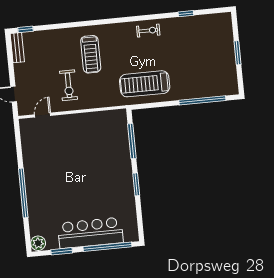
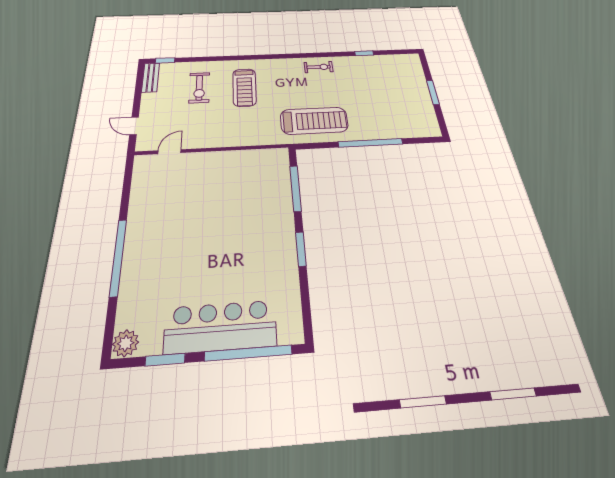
treadmill: (145, 84) -> (314, 121), turned 180
exercise bike: (68, 85) -> (199, 88), moved
window: (202, 100) -> (371, 143), moved

